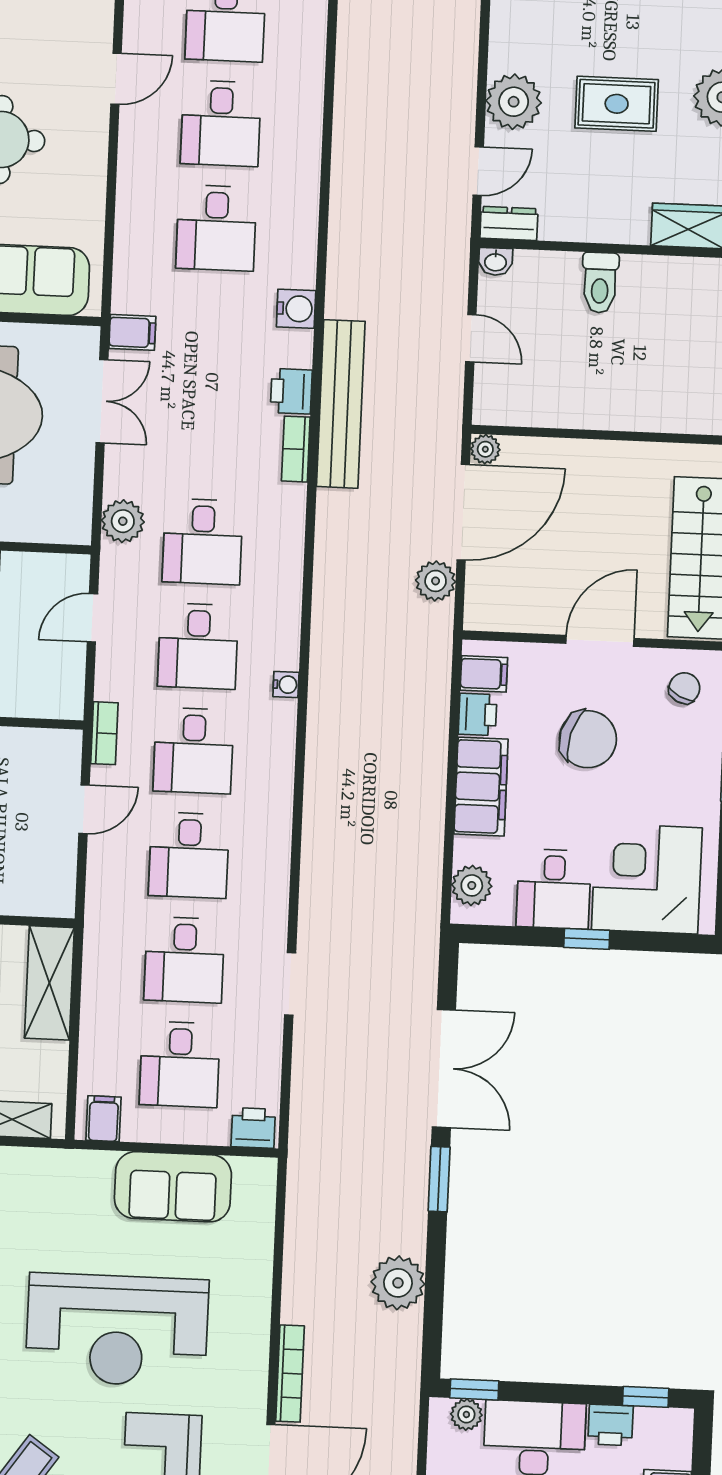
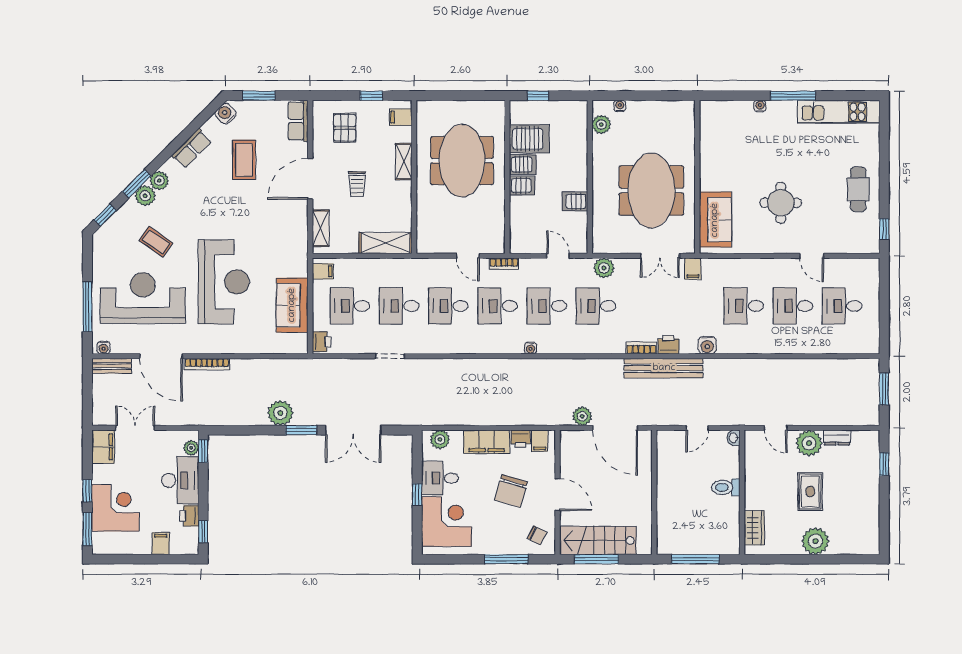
dresser: (509, 223) -> (837, 438), moved, turned 90
plant: (485, 449) -> (645, 437), removed
plant: (398, 1283) -> (280, 413), moved
reception desk: (117, 1330) -> (224, 282), turned 180

